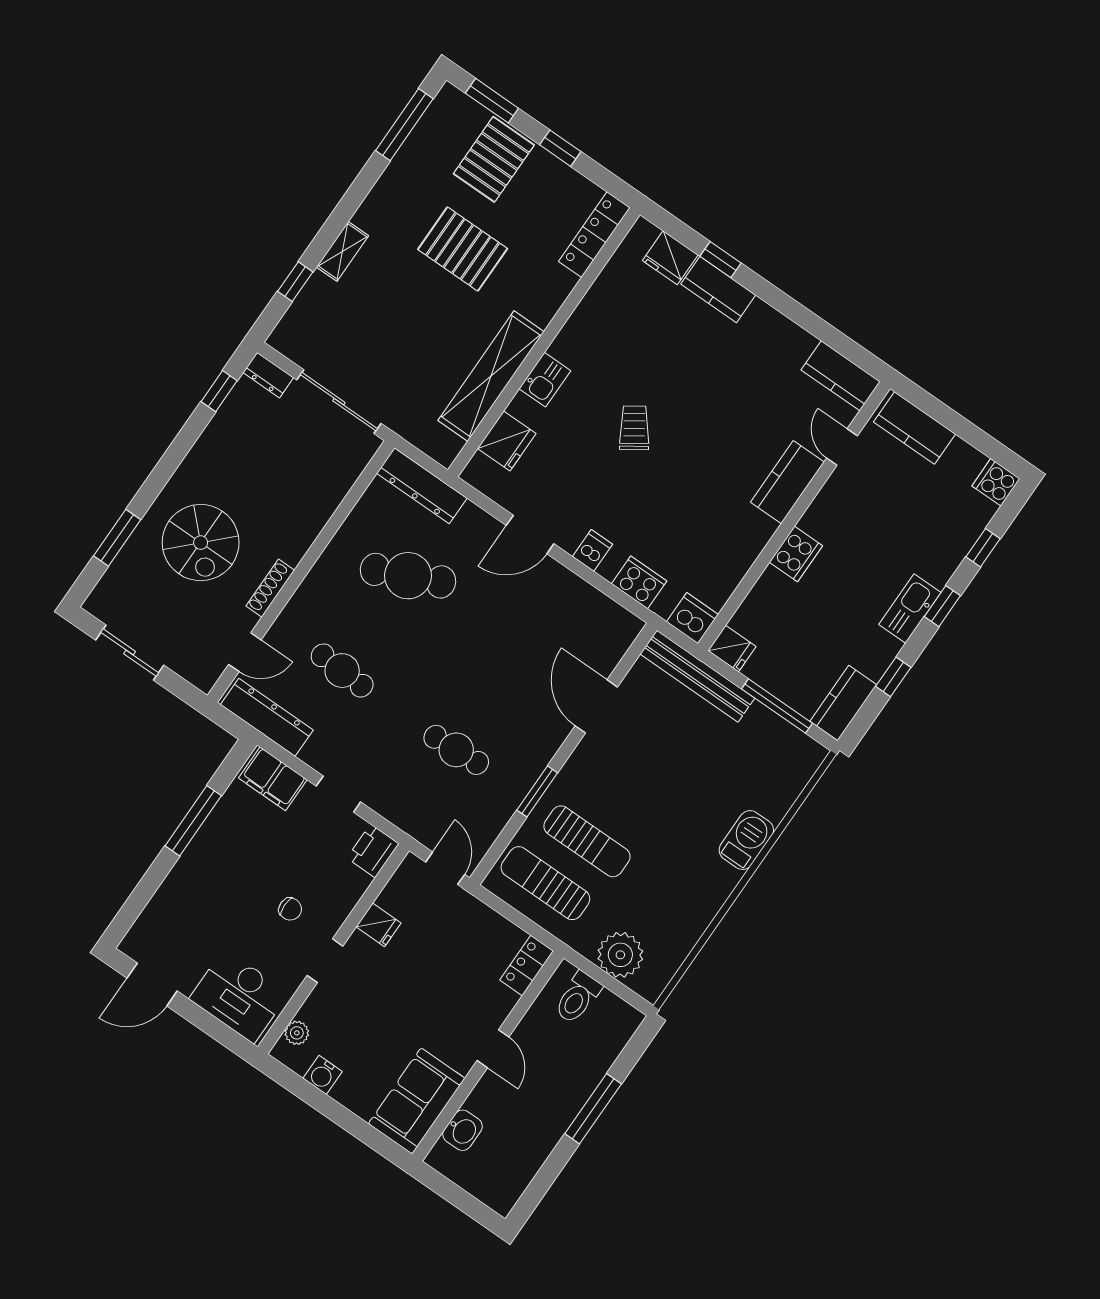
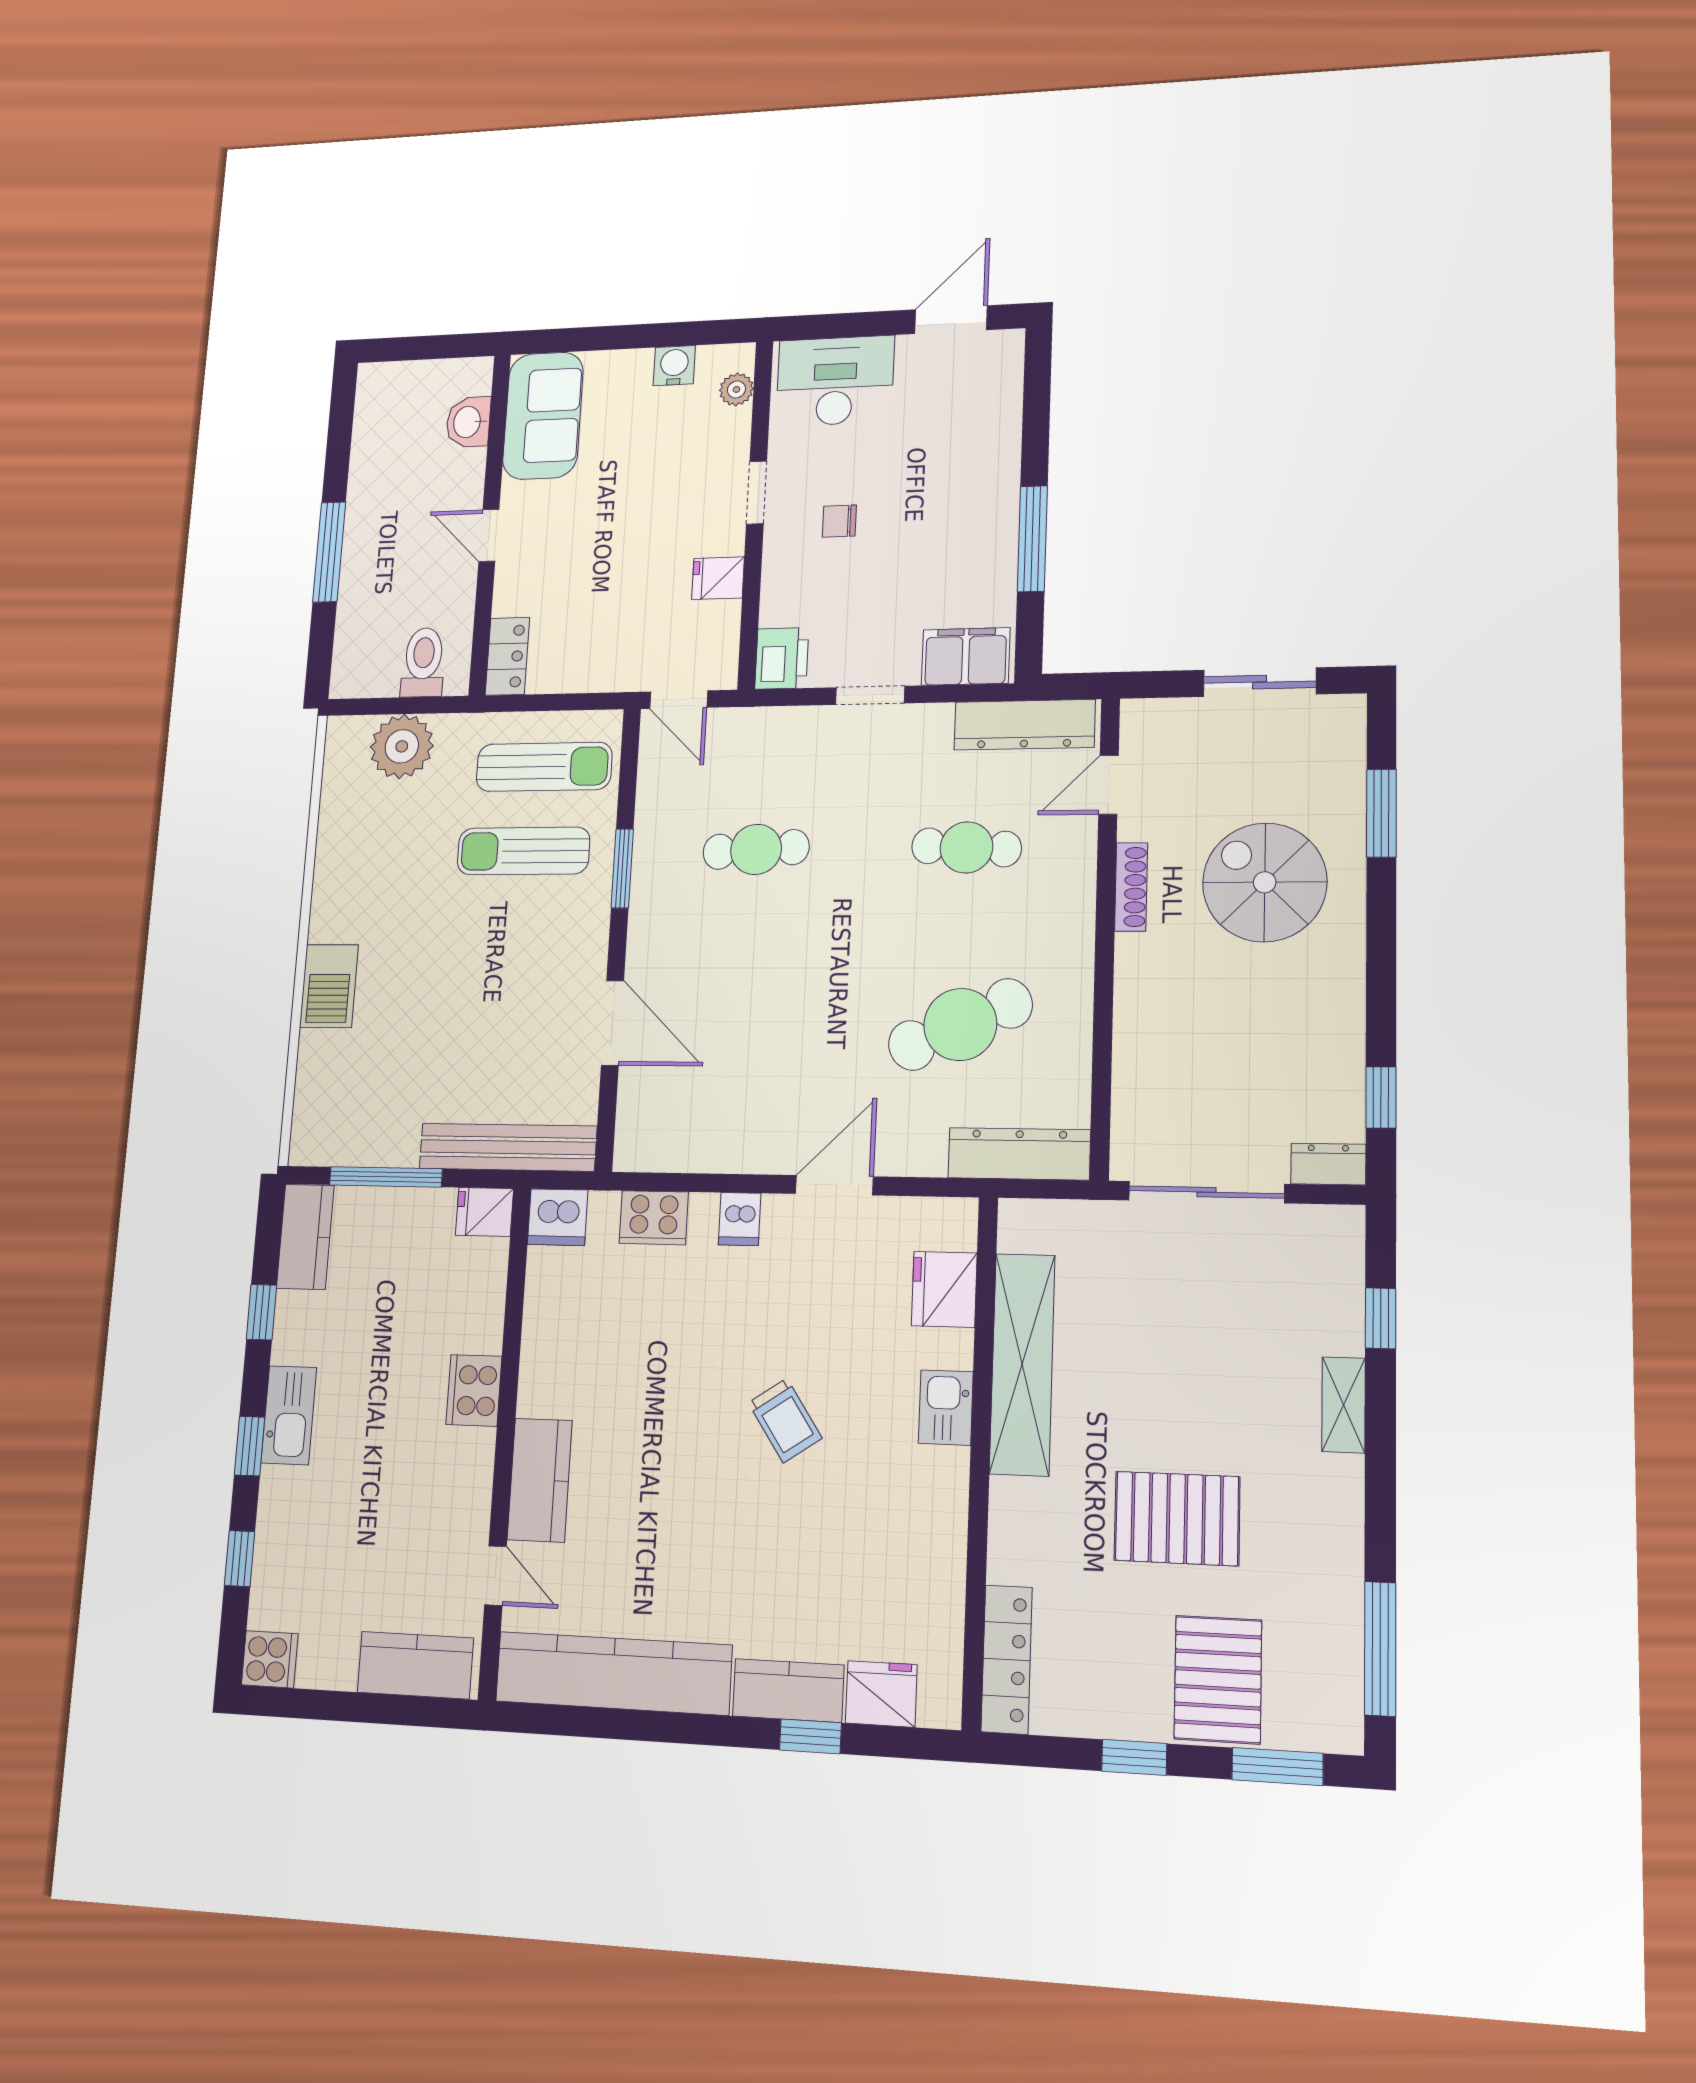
kitchen counter: (841, 376) -> (613, 1673), width x2.08, depth x1.17

